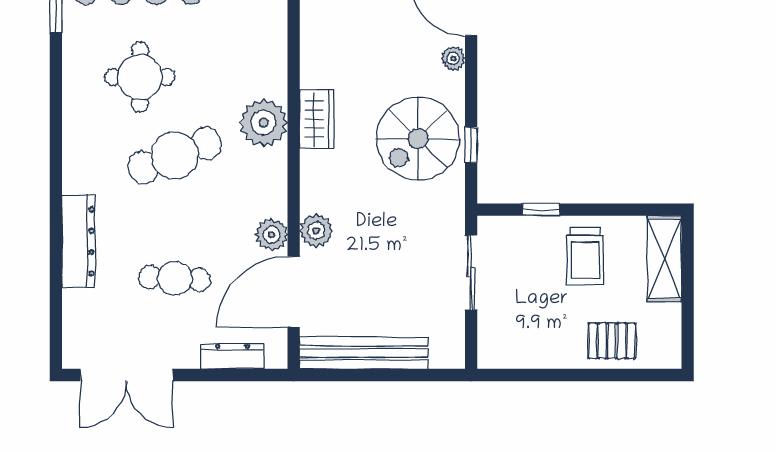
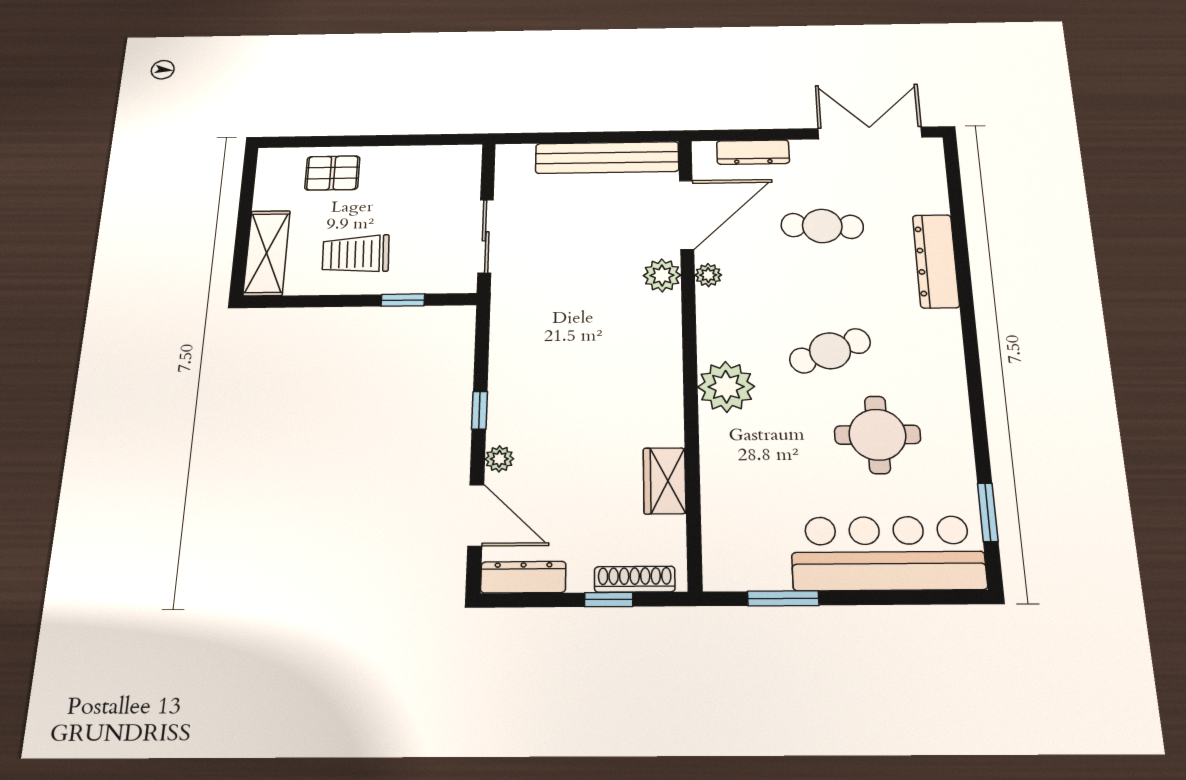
wardrobe: (317, 119) -> (665, 481), moved
spiral stairs: (418, 139) -> (543, 372), removed
window: (471, 145) -> (479, 410), moved
cafe table: (175, 155) -> (830, 351), width x0.73, depth x0.74
plant: (272, 235) -> (708, 275), width x0.73, depth x0.73
trolley: (585, 256) -> (356, 254), turned -92

